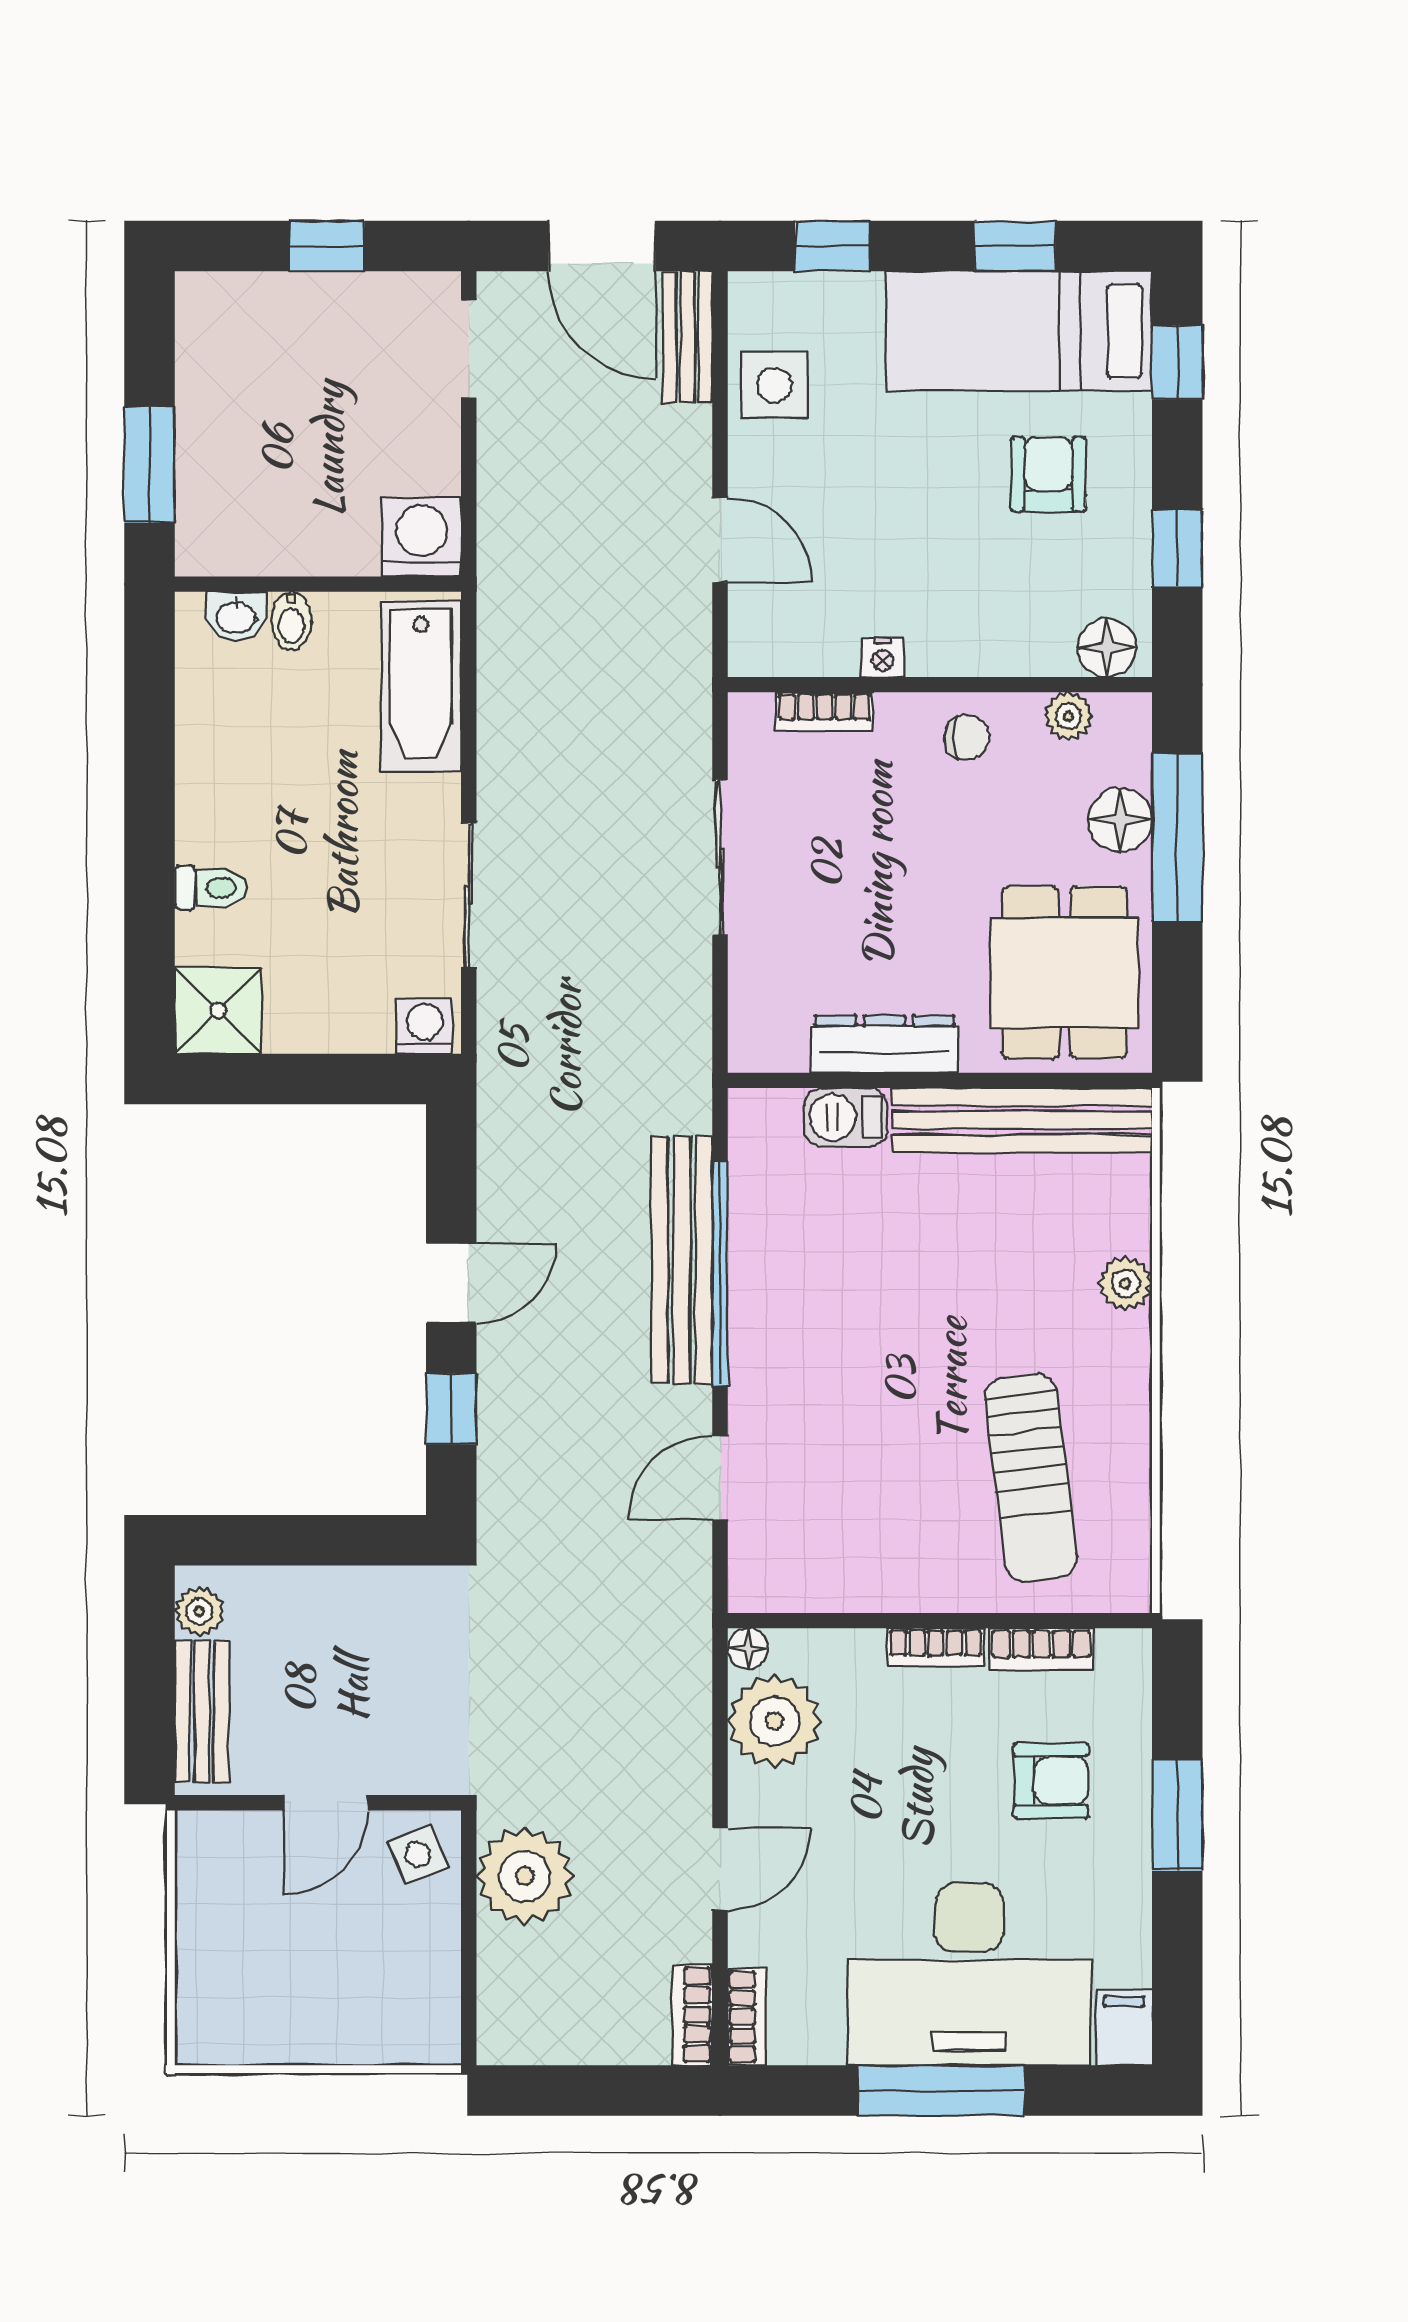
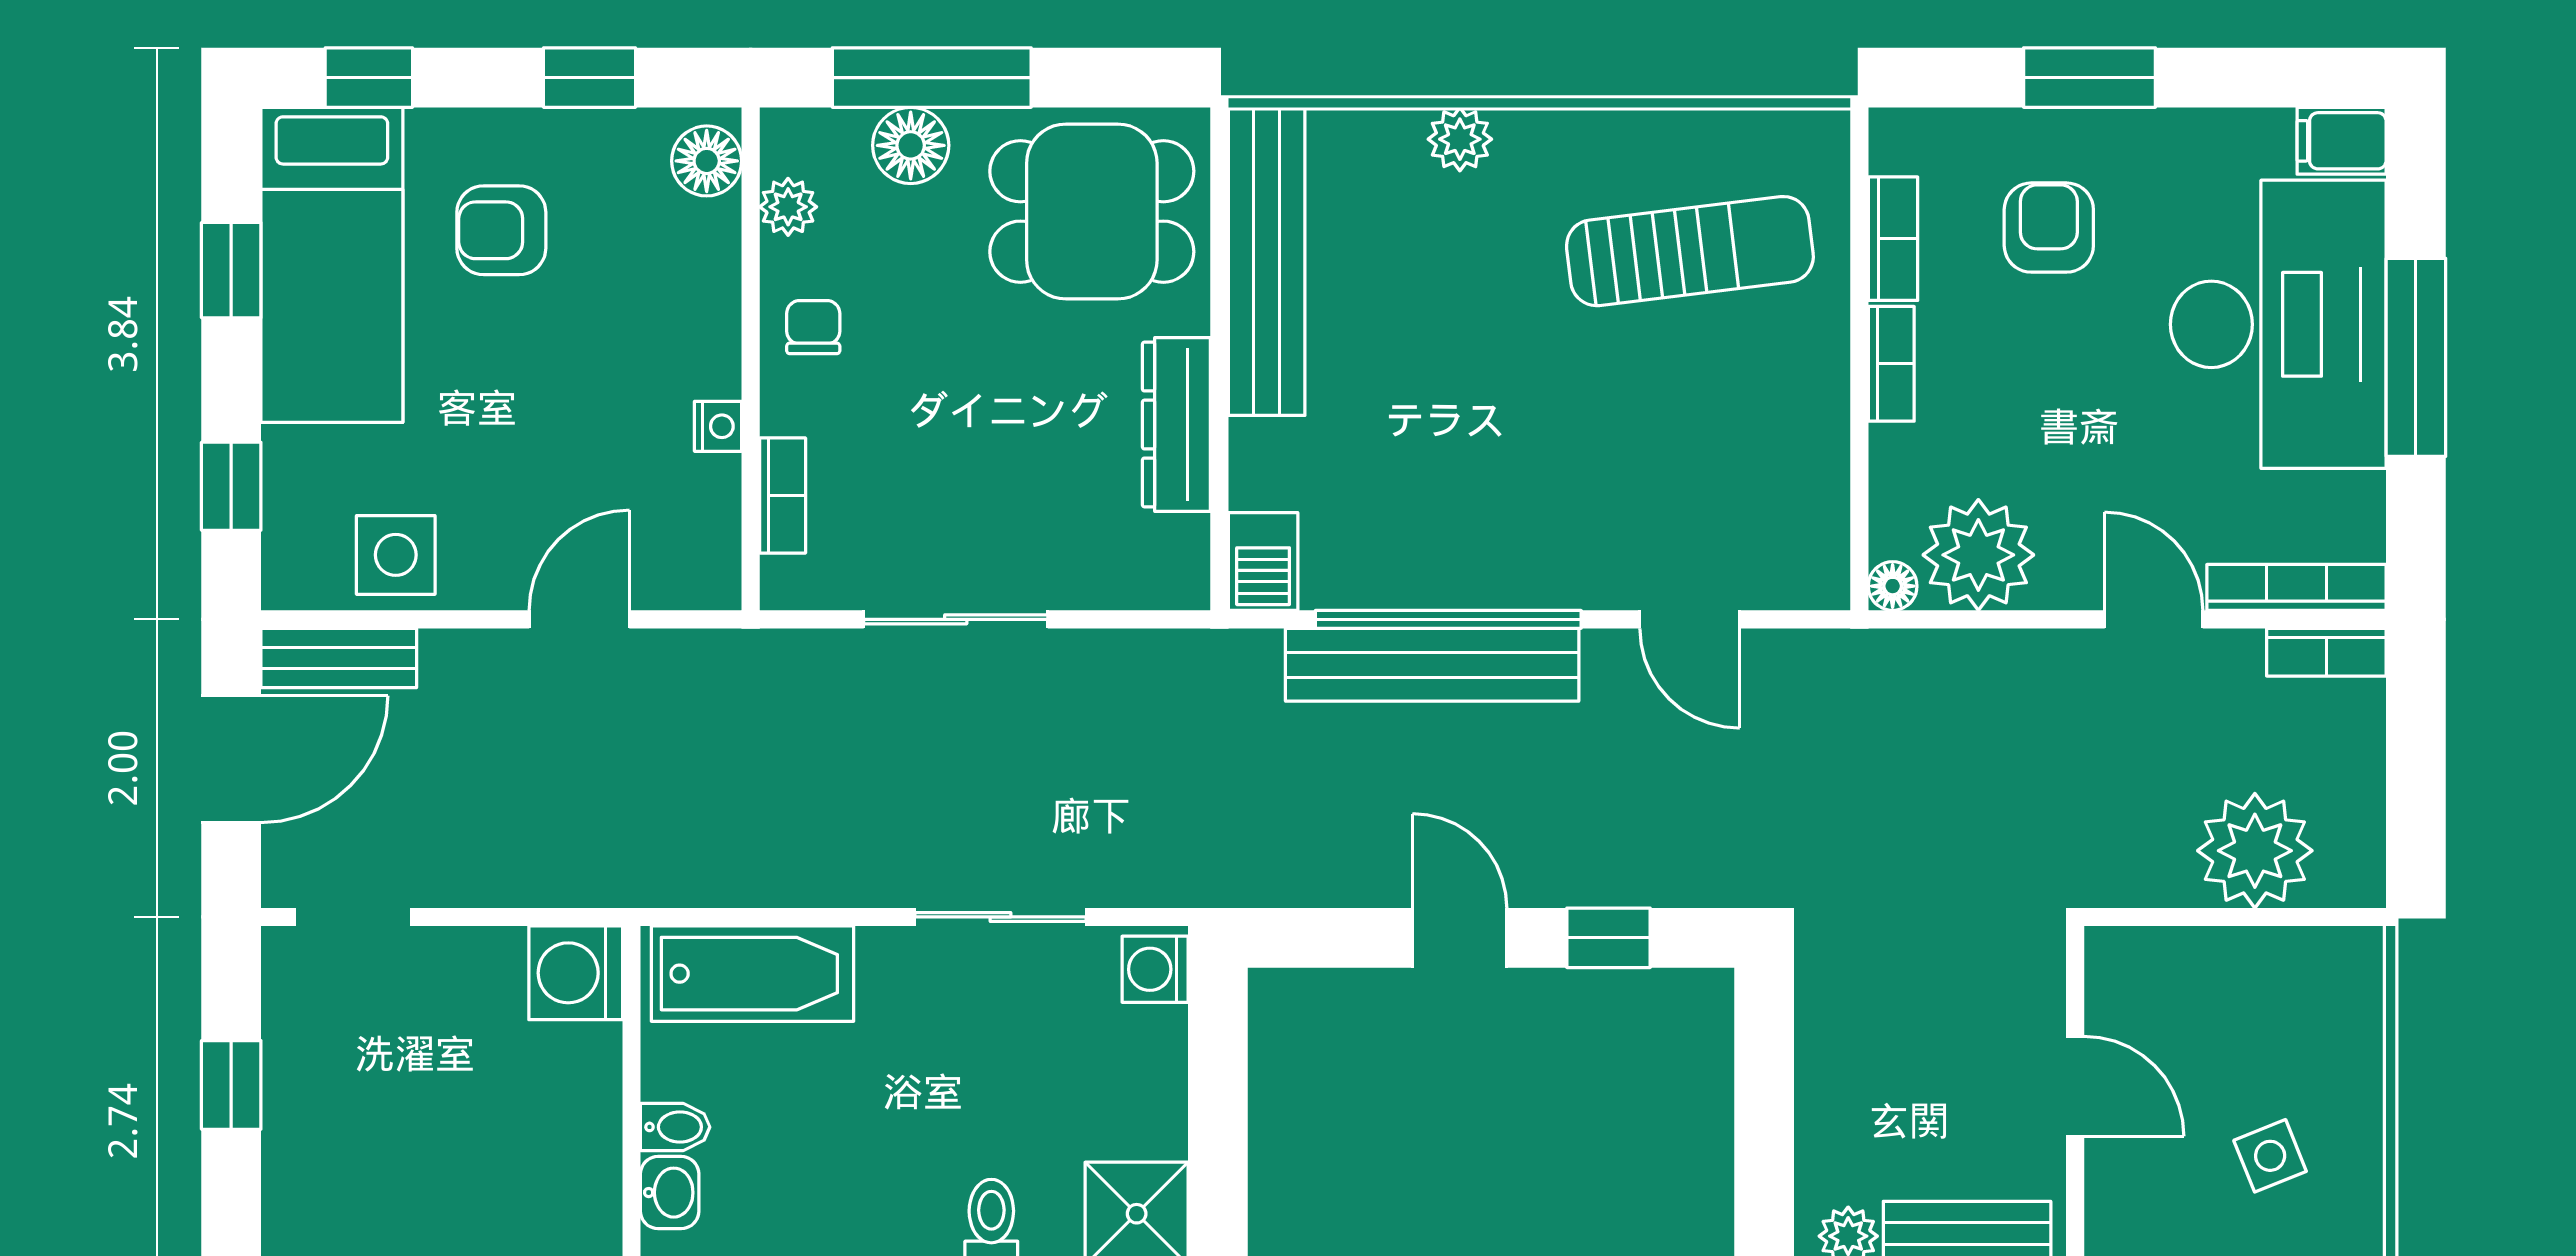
barbecue: (846, 1117) -> (1263, 561), moved
side table: (418, 1855) -> (2270, 1156), moved
plant: (525, 1876) -> (2255, 851), moved
bookcase: (747, 2017) -> (2296, 587), width x1.56

